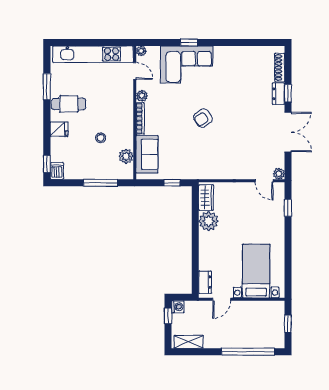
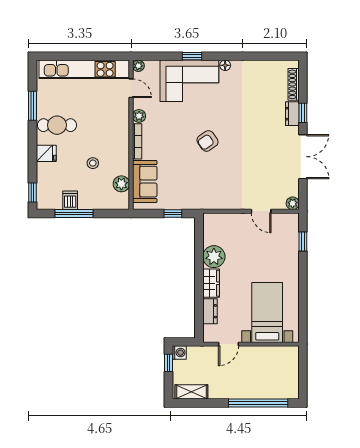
floor lamp: (219, 51) -> (225, 65), added
dishwasher: (57, 171) -> (70, 200), moved
door: (264, 181) -> (261, 211), moved
window: (101, 183) -> (74, 214), moved
wardrobe: (206, 198) -> (211, 283), moved
dresser: (205, 282) -> (210, 311), moved
window: (288, 324) -> (303, 372), removed

